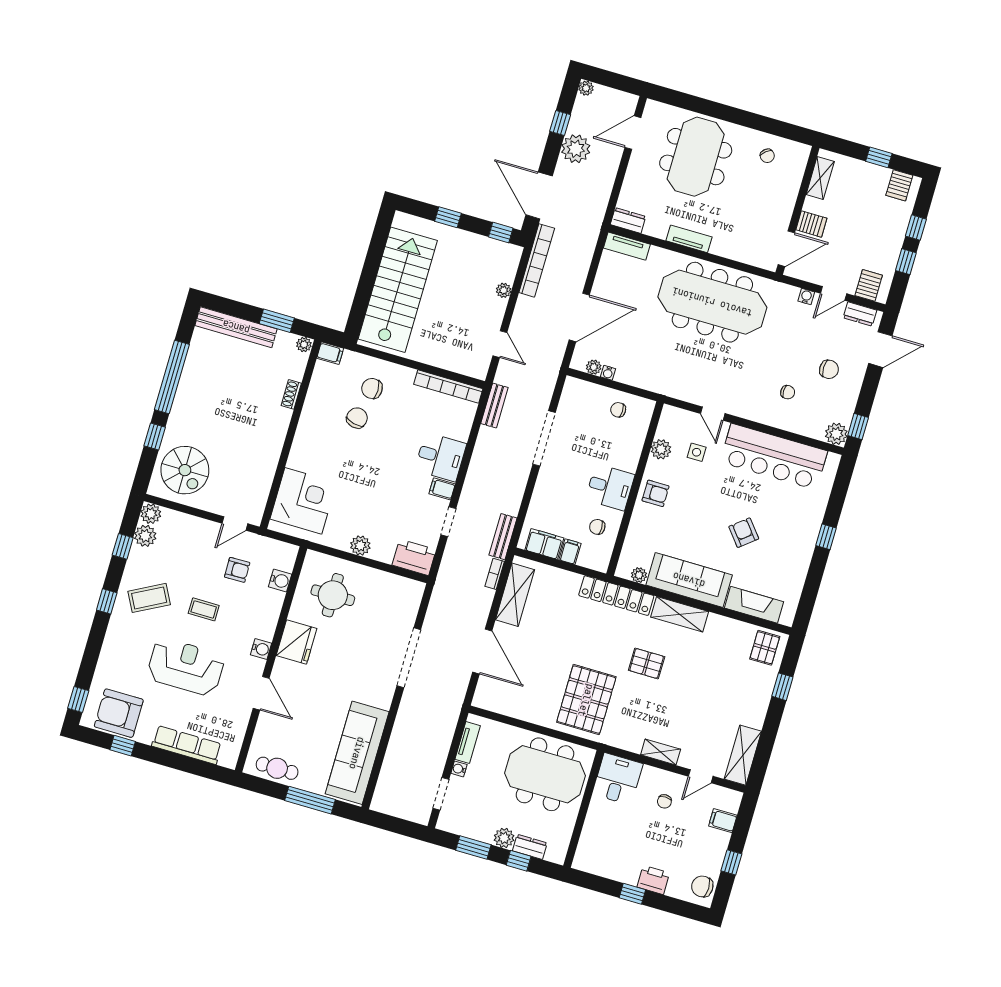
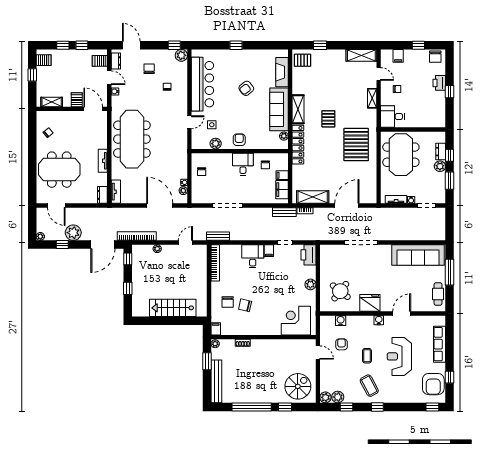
stairs: (398, 290) -> (173, 308), width x0.73, depth x0.66
round table: (333, 595) -> (340, 291), turned 38
pallet: (586, 700) -> (356, 145), turned 90

